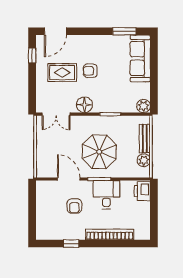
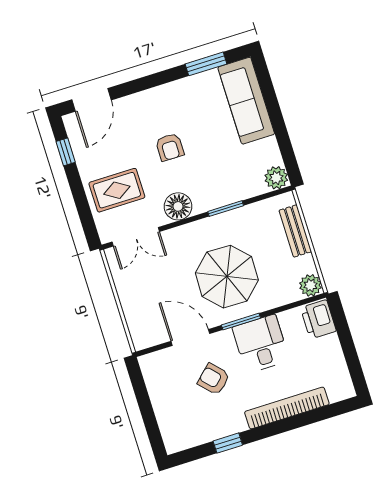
armchair: (90, 71) -> (170, 147), turned -90
rug: (62, 73) -> (117, 190), moved
plant: (144, 160) -> (310, 285), moved
armchair: (74, 206) -> (214, 379), turned 137

